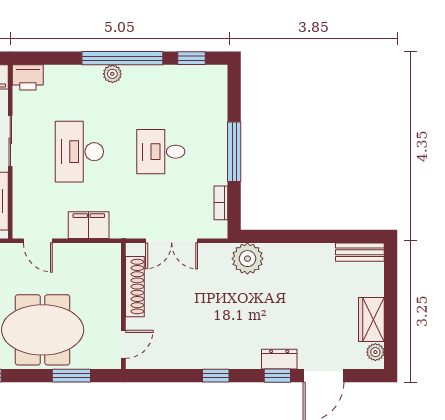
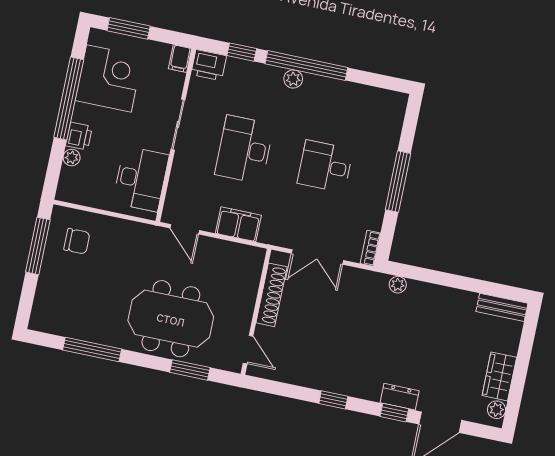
window: (191, 58) -> (242, 52), moved
bookcase: (221, 203) -> (370, 248), moved
plant: (247, 259) -> (398, 285), width x0.53, depth x0.53
door: (123, 344) -> (248, 350), hinge flipped

